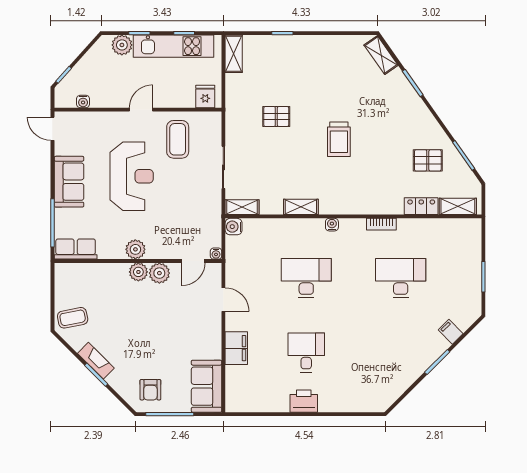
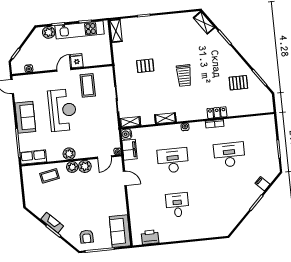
fridge: (205, 97) -> (77, 61), moved
locker: (421, 206) -> (217, 113), moved
shelving: (458, 206) -> (259, 108), removed
coffee table: (73, 318) -> (50, 176), moved
filing cabinet: (236, 348) -> (130, 150), moved
printer: (304, 401) -> (150, 237), moved

